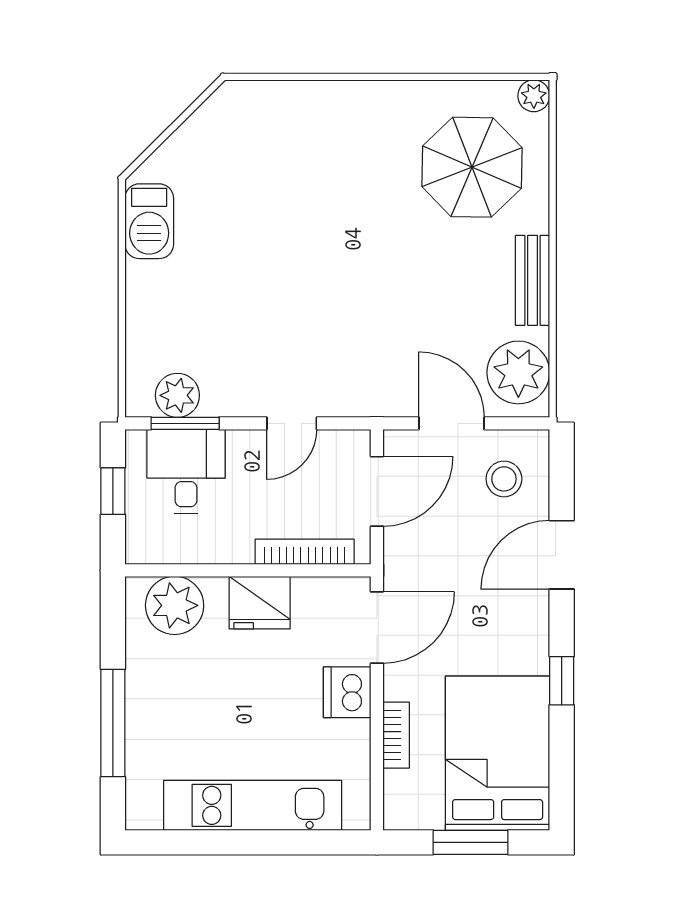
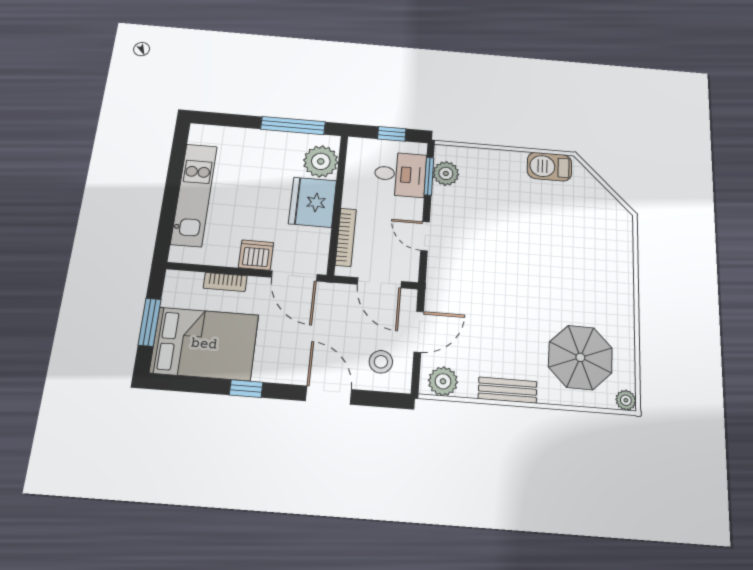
plant: (518, 372) -> (443, 381), width x0.73, depth x0.73
fridge: (260, 603) -> (313, 202), width x1.36, depth x1.34
window: (113, 723) -> (293, 126), moved

